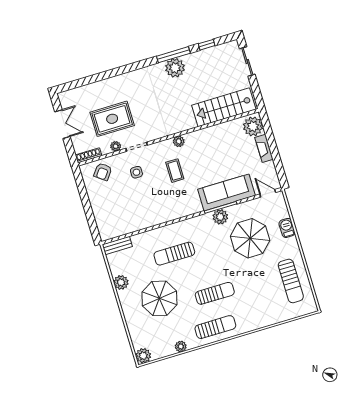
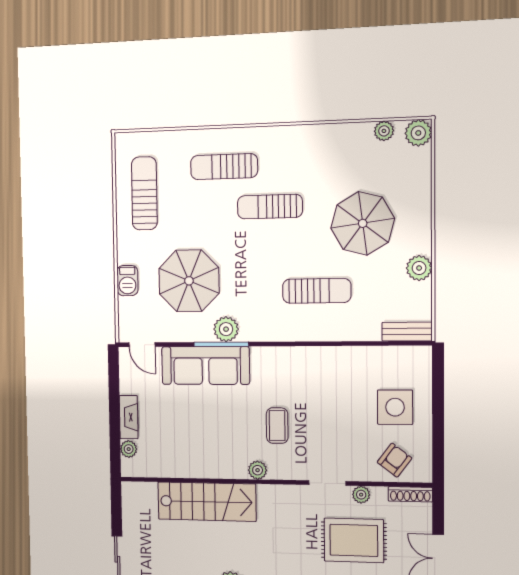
stairs: (224, 107) -> (207, 502), moved
plant: (253, 126) -> (129, 449), width x0.53, depth x0.53
side table: (136, 172) -> (395, 407), moved, width x1.87, depth x1.87
sun lounger: (215, 327) -> (224, 167), moved
plant: (181, 347) -> (384, 131), moved

